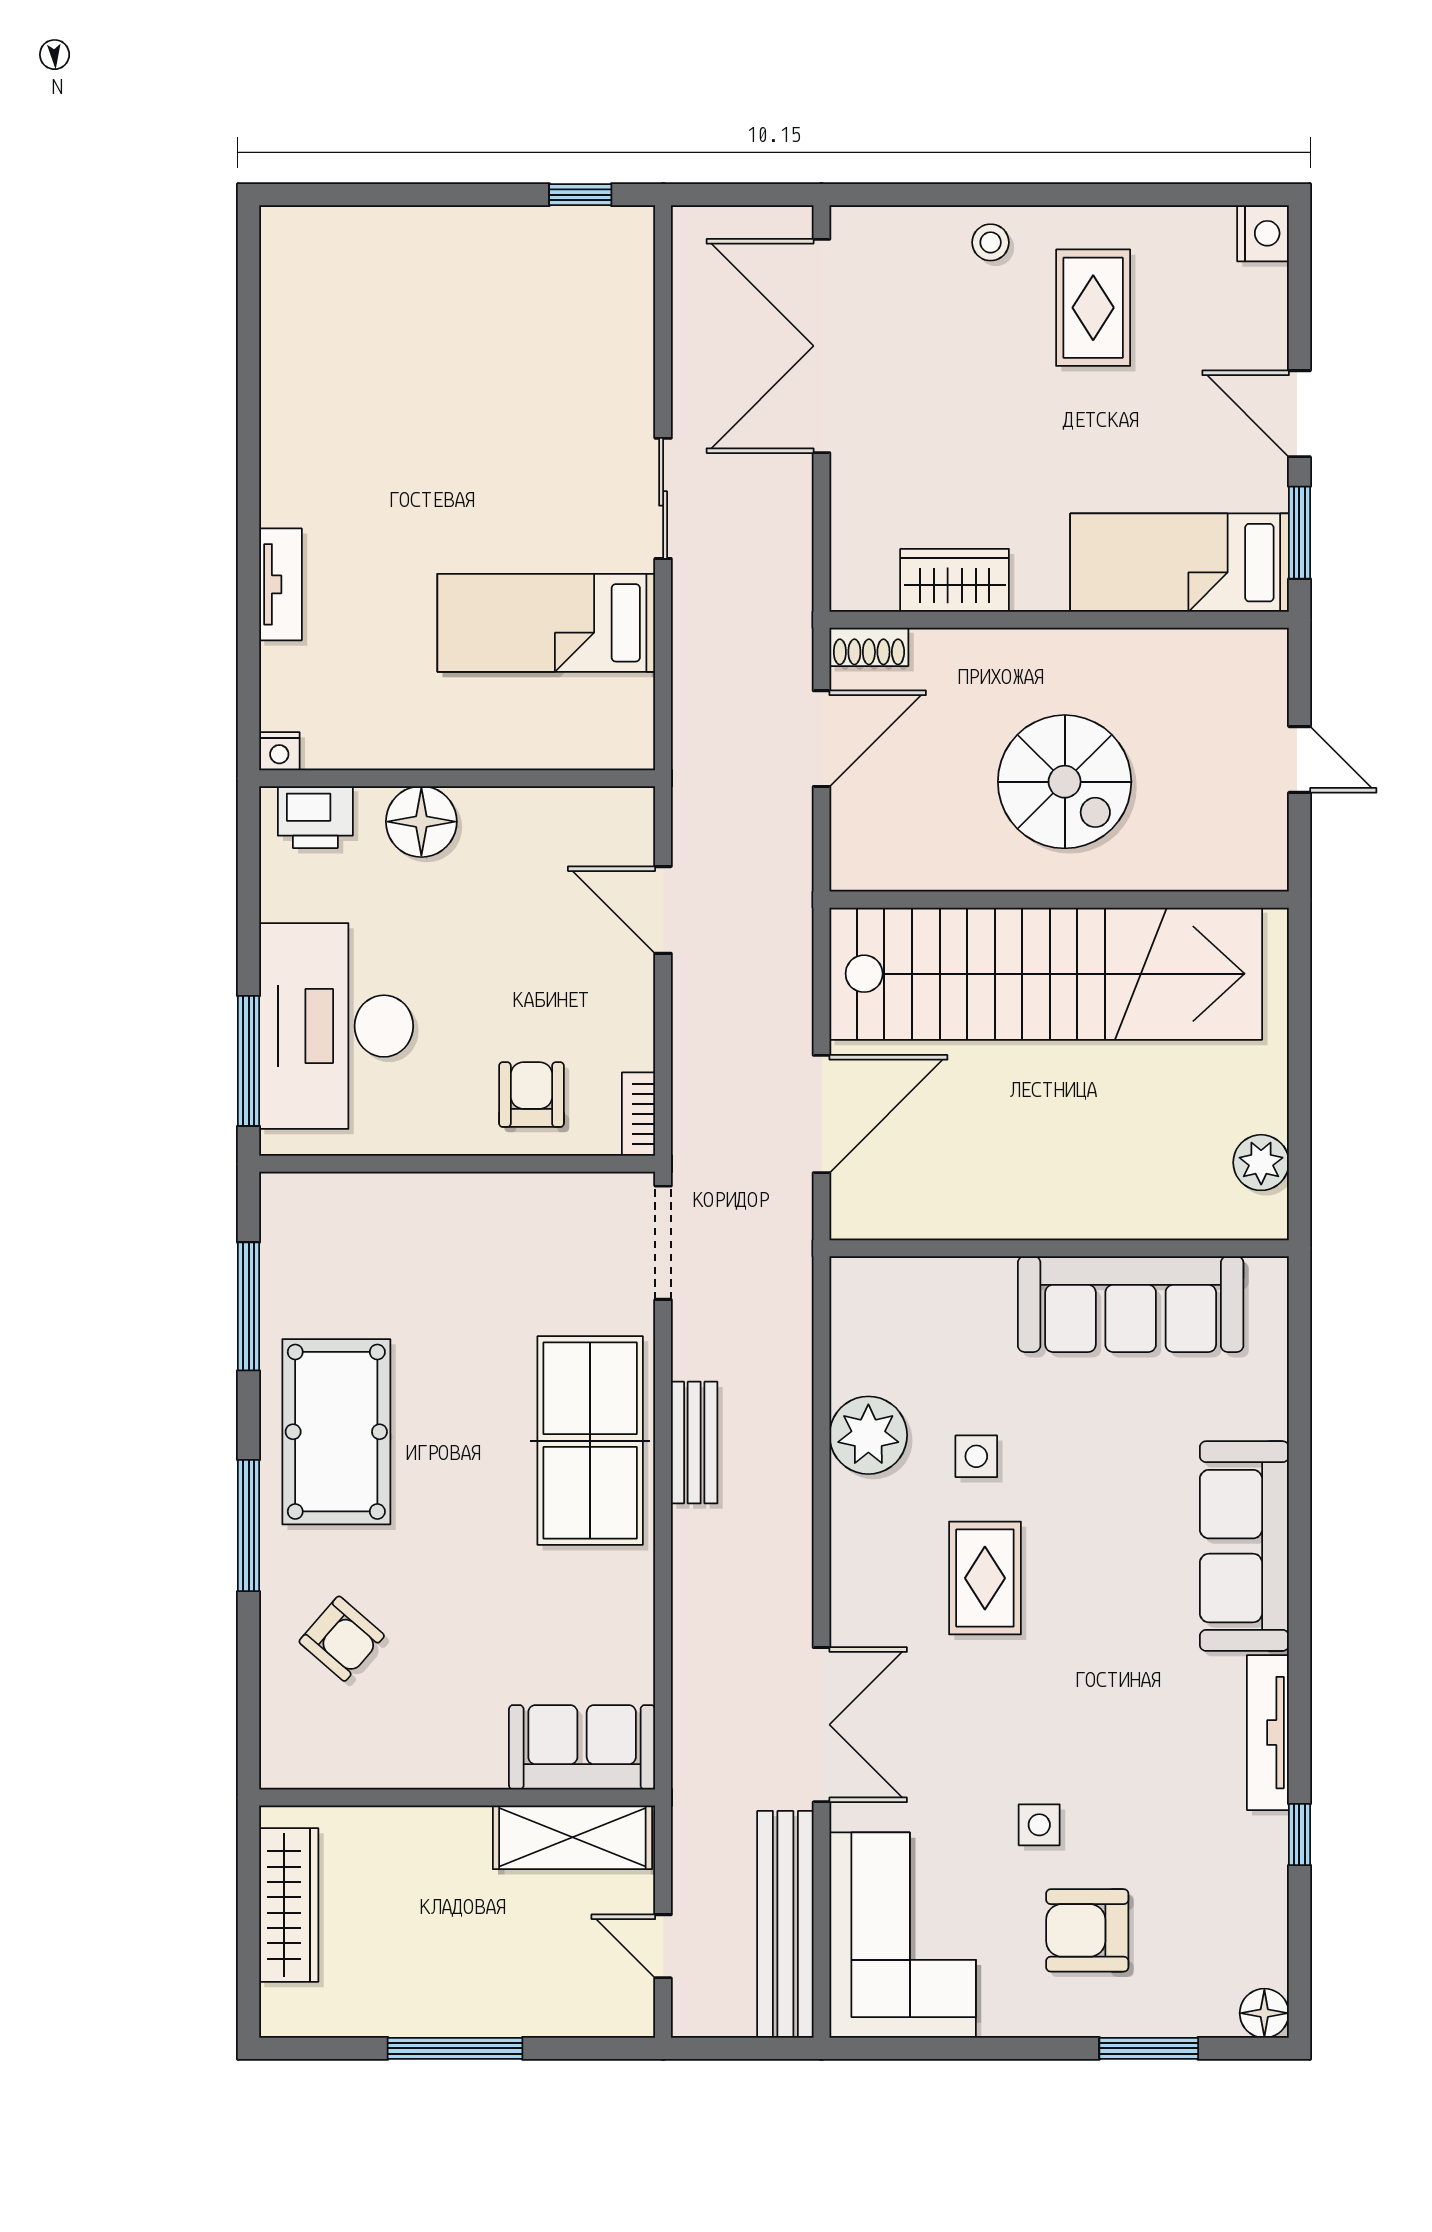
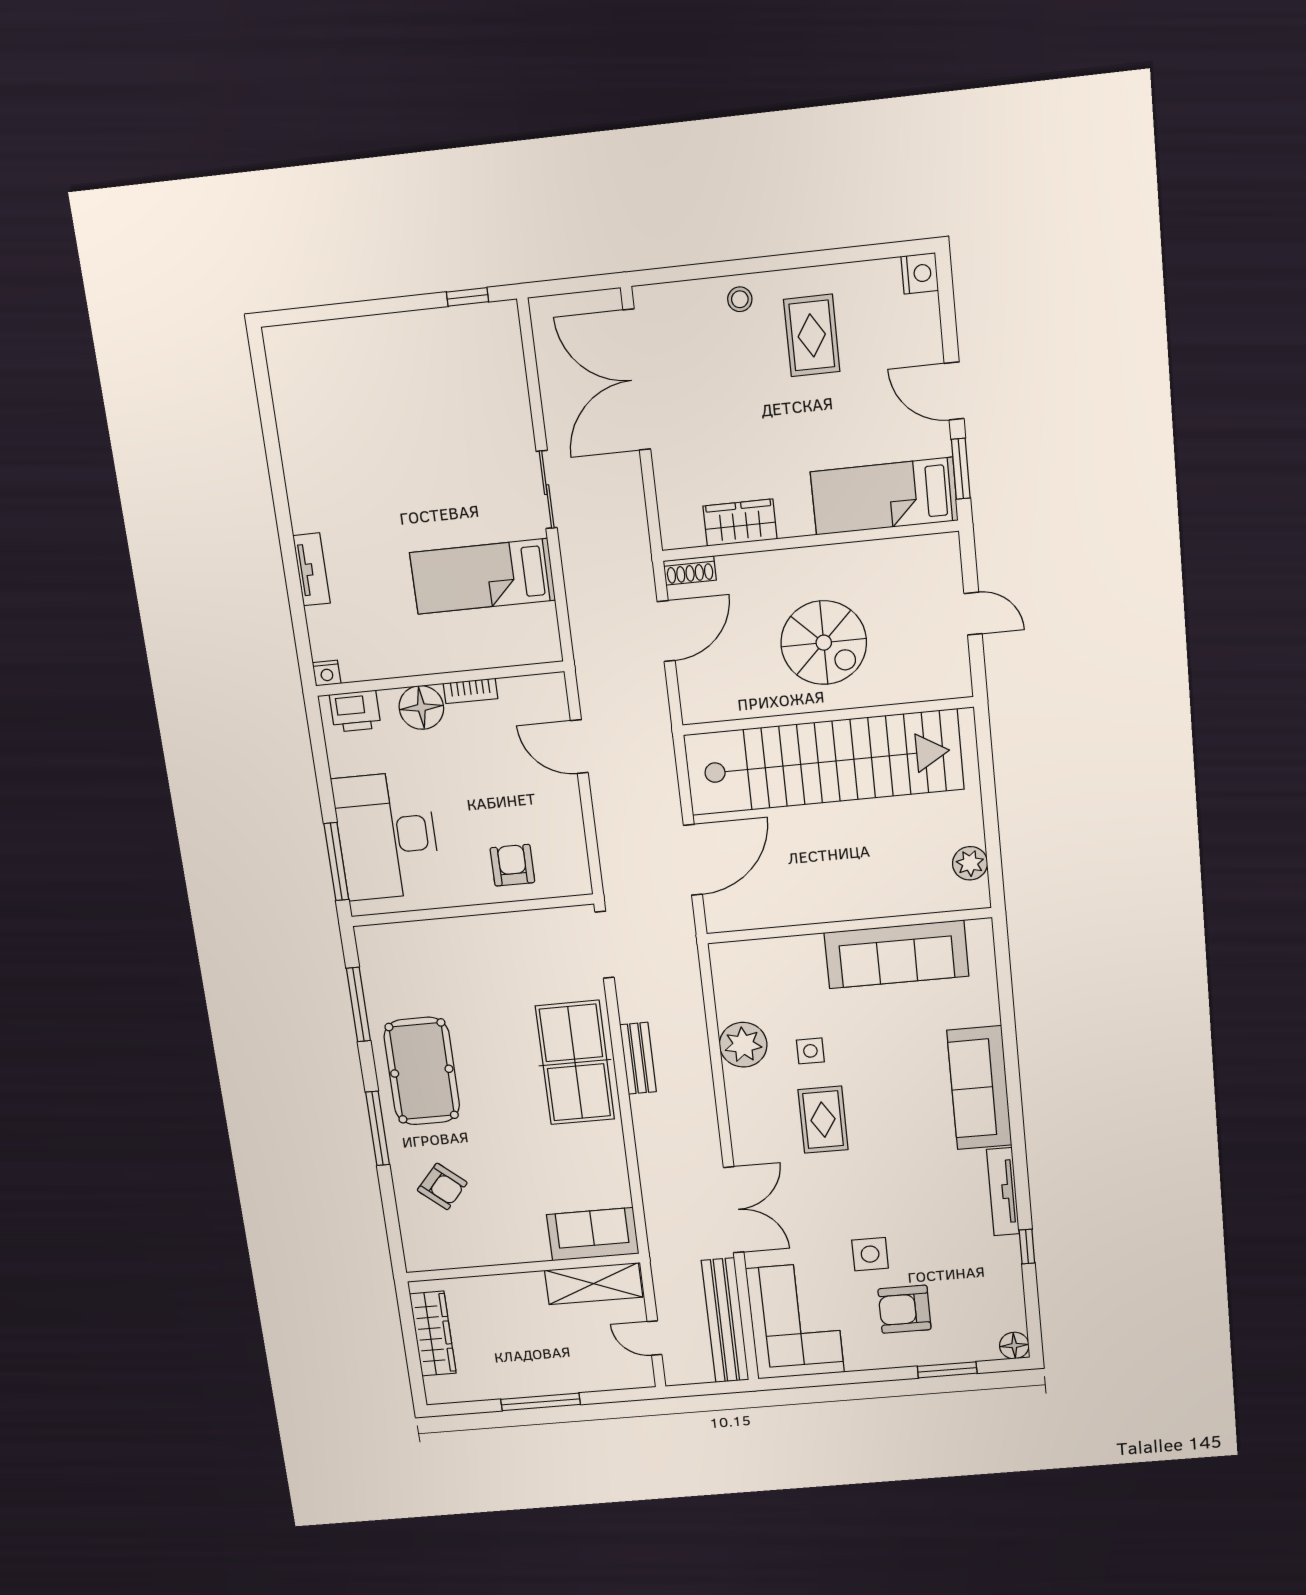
bookcase: (638, 1114) -> (471, 691), moved, turned -90
side table: (1039, 1825) -> (870, 1254), width x1.37, depth x1.37

